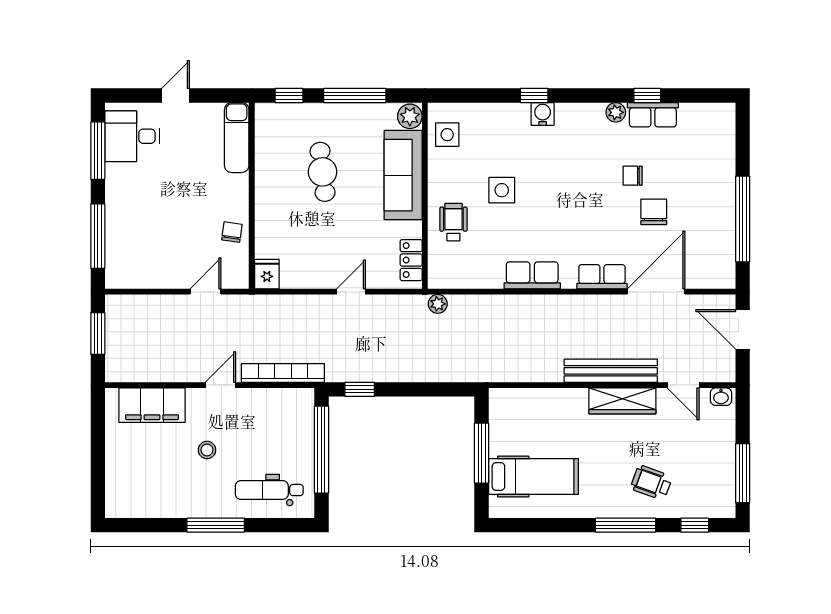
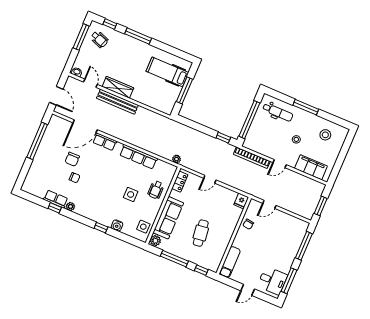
water cooler: (543, 114) -> (117, 225), moved
row of seats: (532, 275) -> (138, 157), width x1.48
wheelchair: (651, 483) -> (99, 39), moved
stool: (151, 485) -> (325, 135), added

